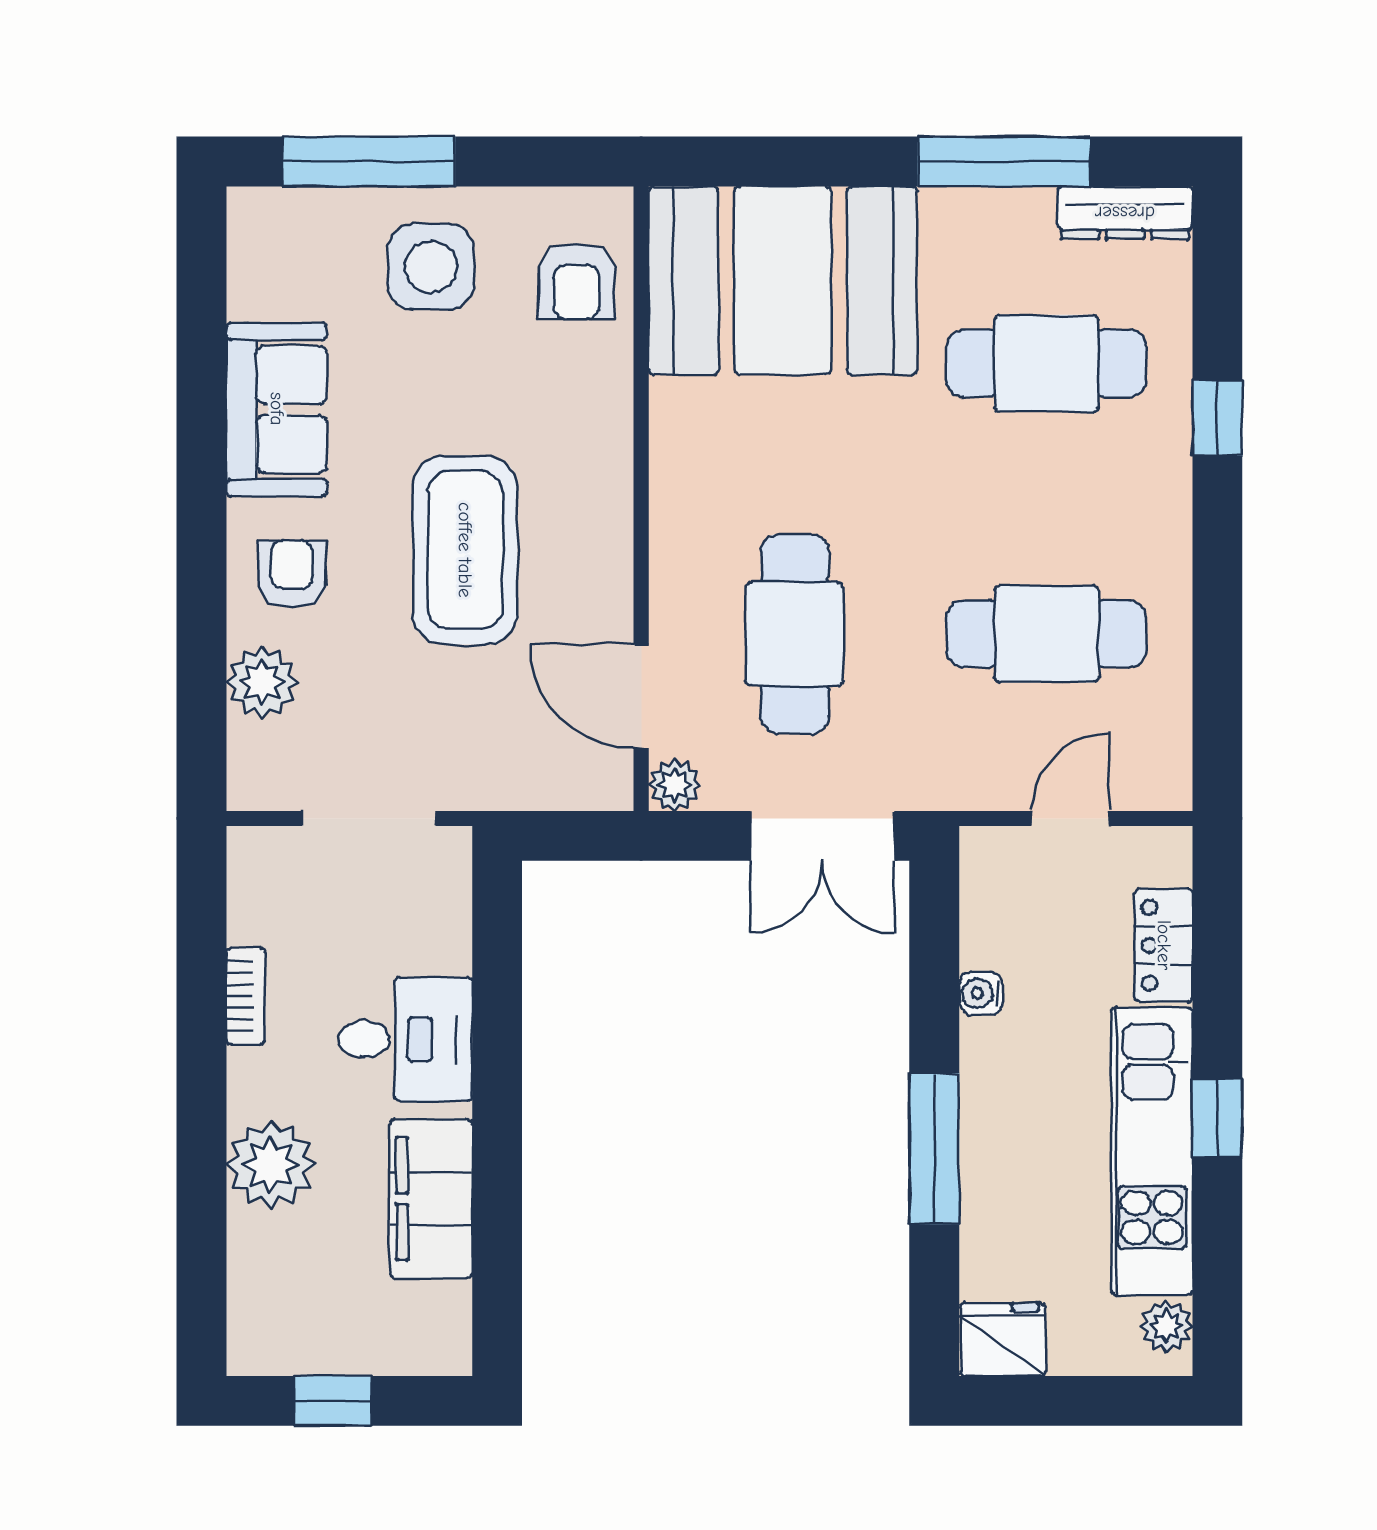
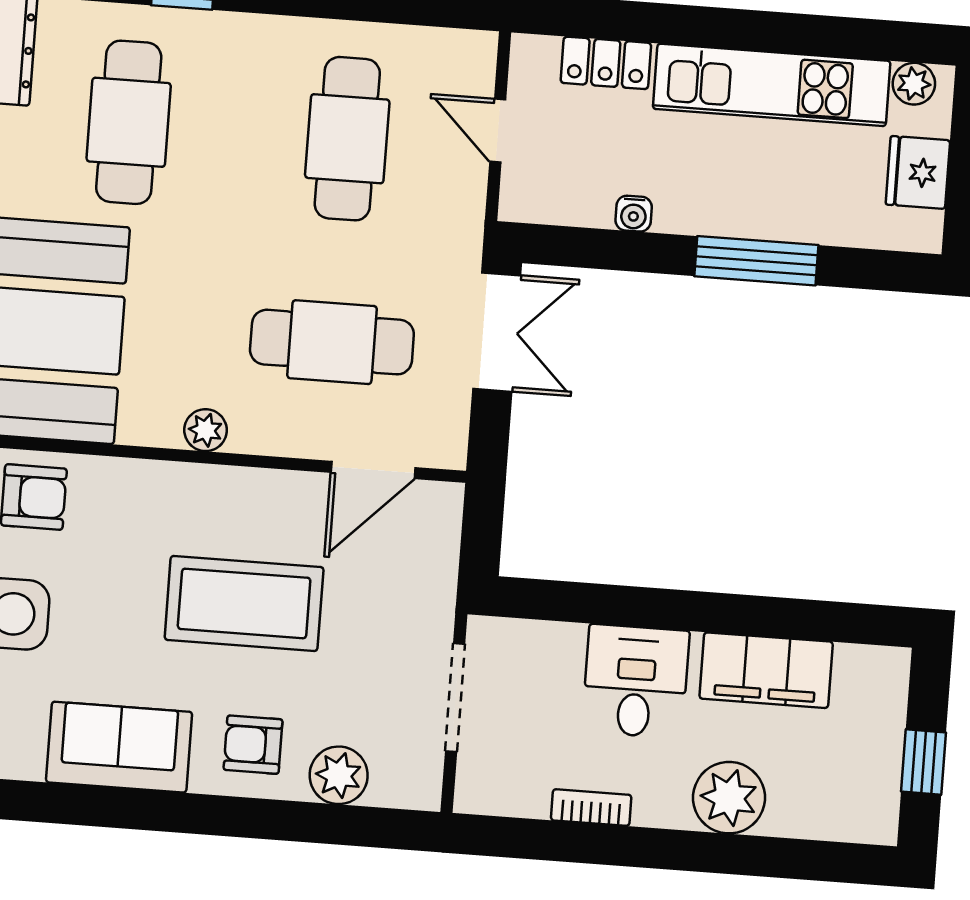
plant: (675, 785) -> (206, 430), moved
window: (1217, 1118) -> (748, 30), removed
fridge: (1003, 1339) -> (918, 172), moved

